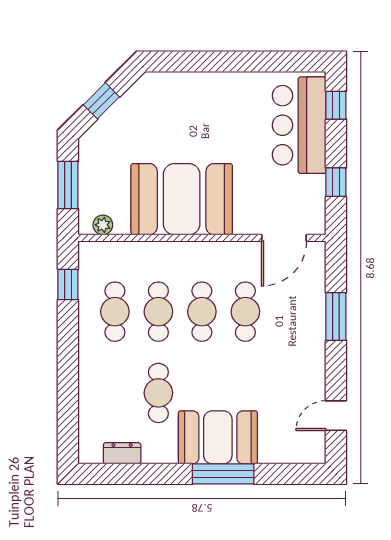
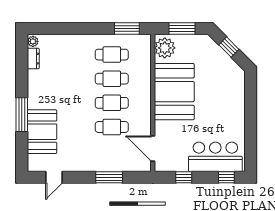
plant: (103, 225) -> (165, 48), width x1.88, depth x1.88
window: (68, 285) -> (127, 28), width x1.50
cafe table: (158, 393) -> (67, 79), removed
door: (336, 416) -> (54, 177), swing flipped
booth: (218, 437) -> (42, 132), moved
plant: (91, 454) -> (33, 41), added

